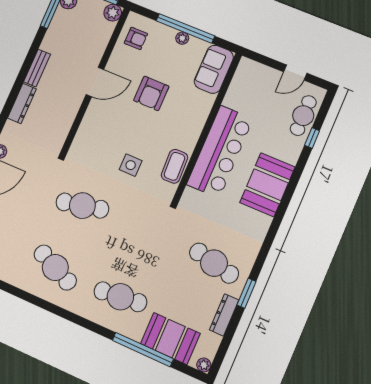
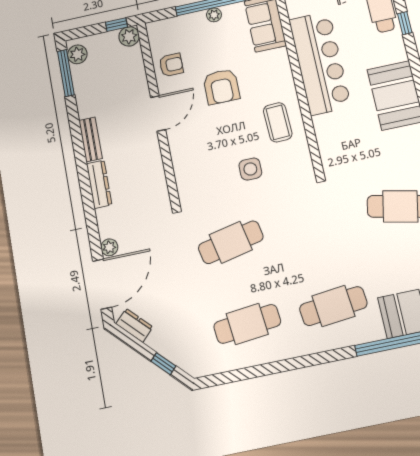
armchair: (136, 38) -> (171, 65), moved
bar counter: (220, 152) -> (320, 63), moved
coffee table: (174, 166) -> (278, 122), moved
cafe table: (55, 268) -> (247, 324), turned -30

